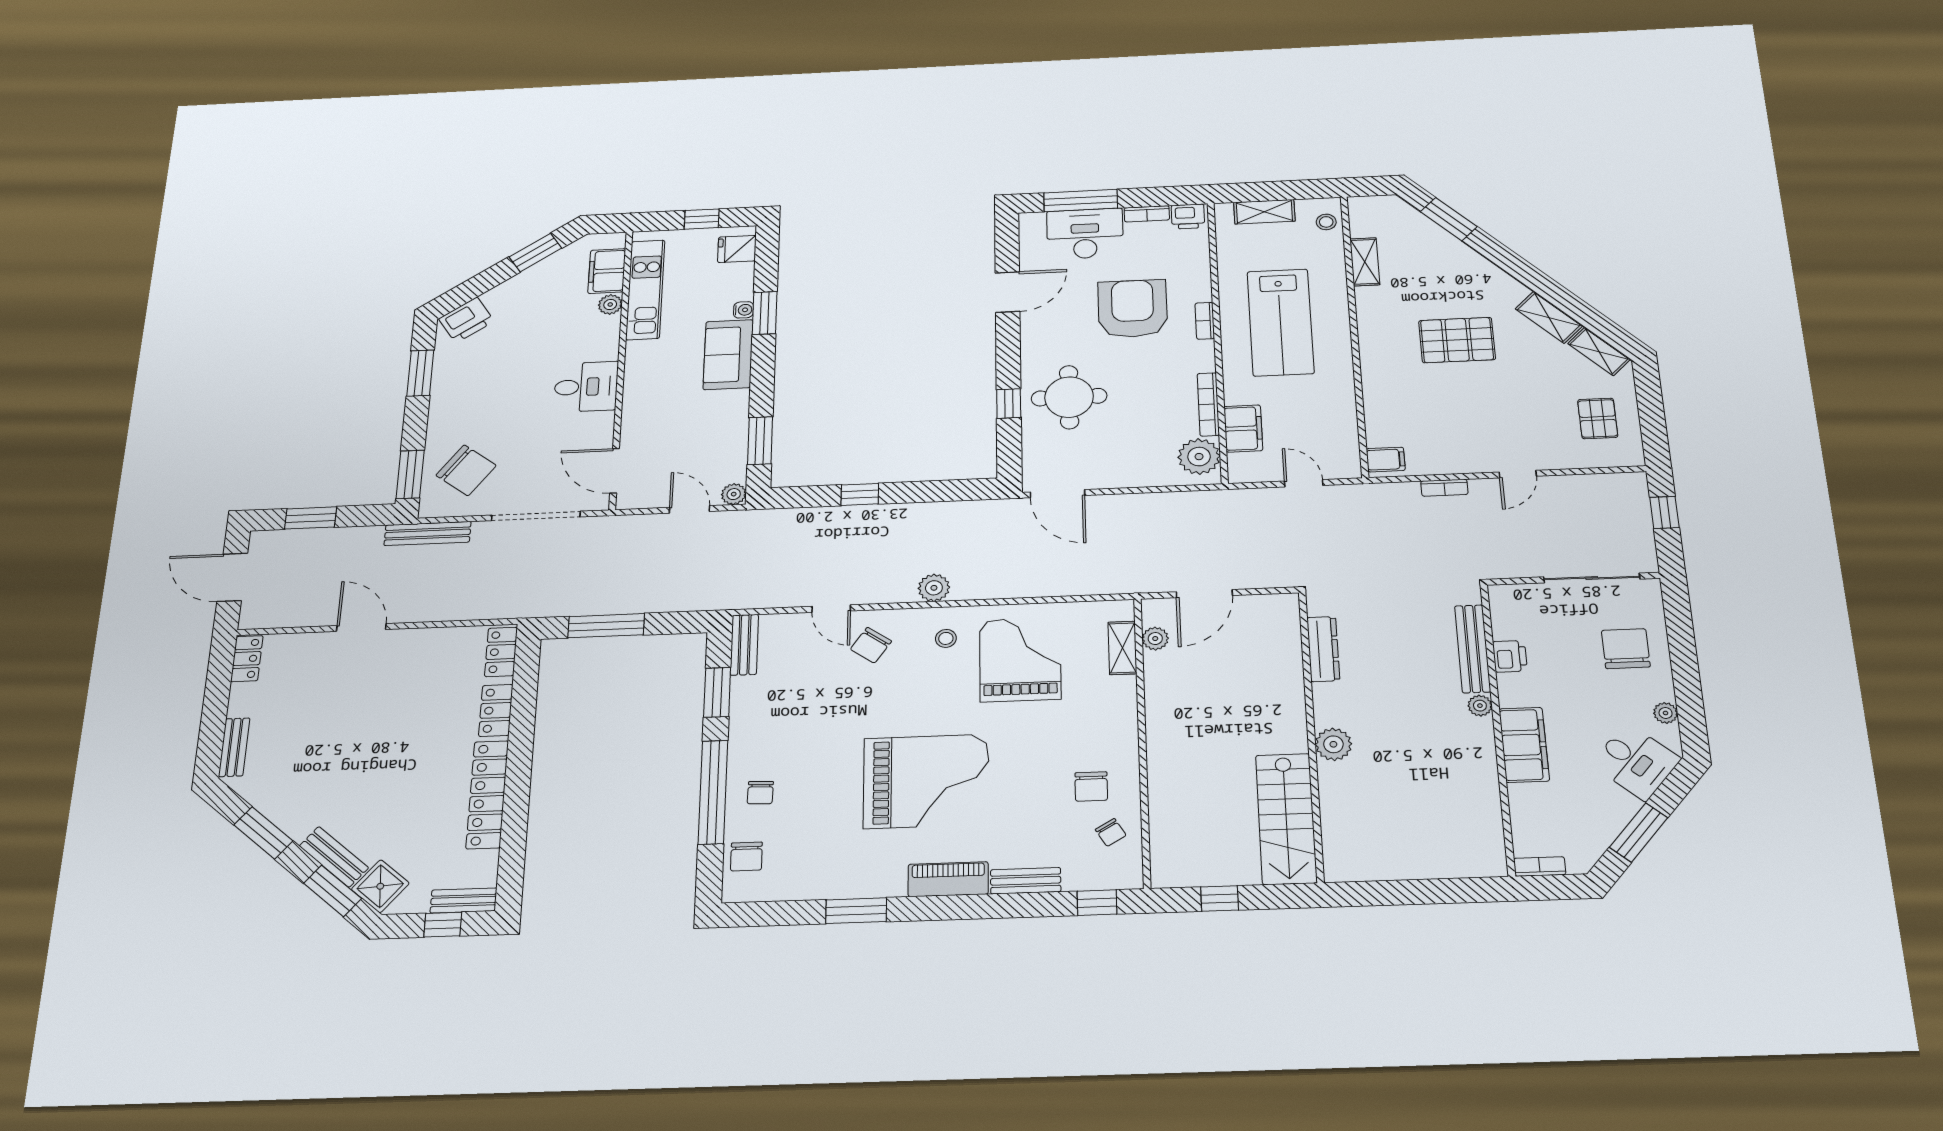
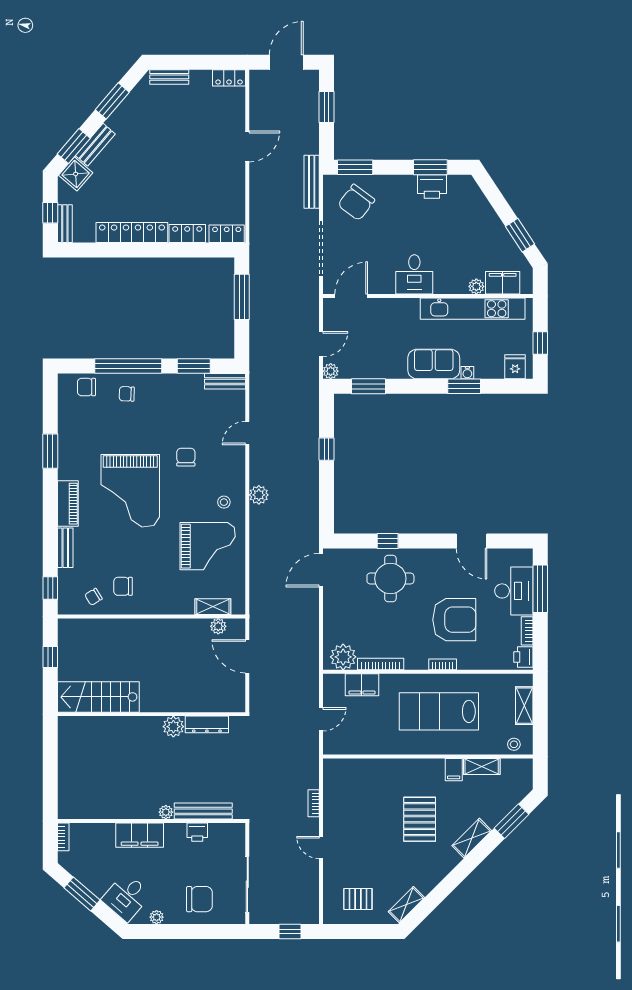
kitchen unit: (645, 290) -> (473, 309), width x1.36
shelving: (1549, 317) -> (472, 838), moved
printer: (466, 320) -> (432, 186), moved, turned -57
filing cabinet: (1386, 460) -> (454, 770), moved
chair: (871, 645) -> (186, 457), moved, turned 55
plant: (1333, 744) -> (173, 727), moved

